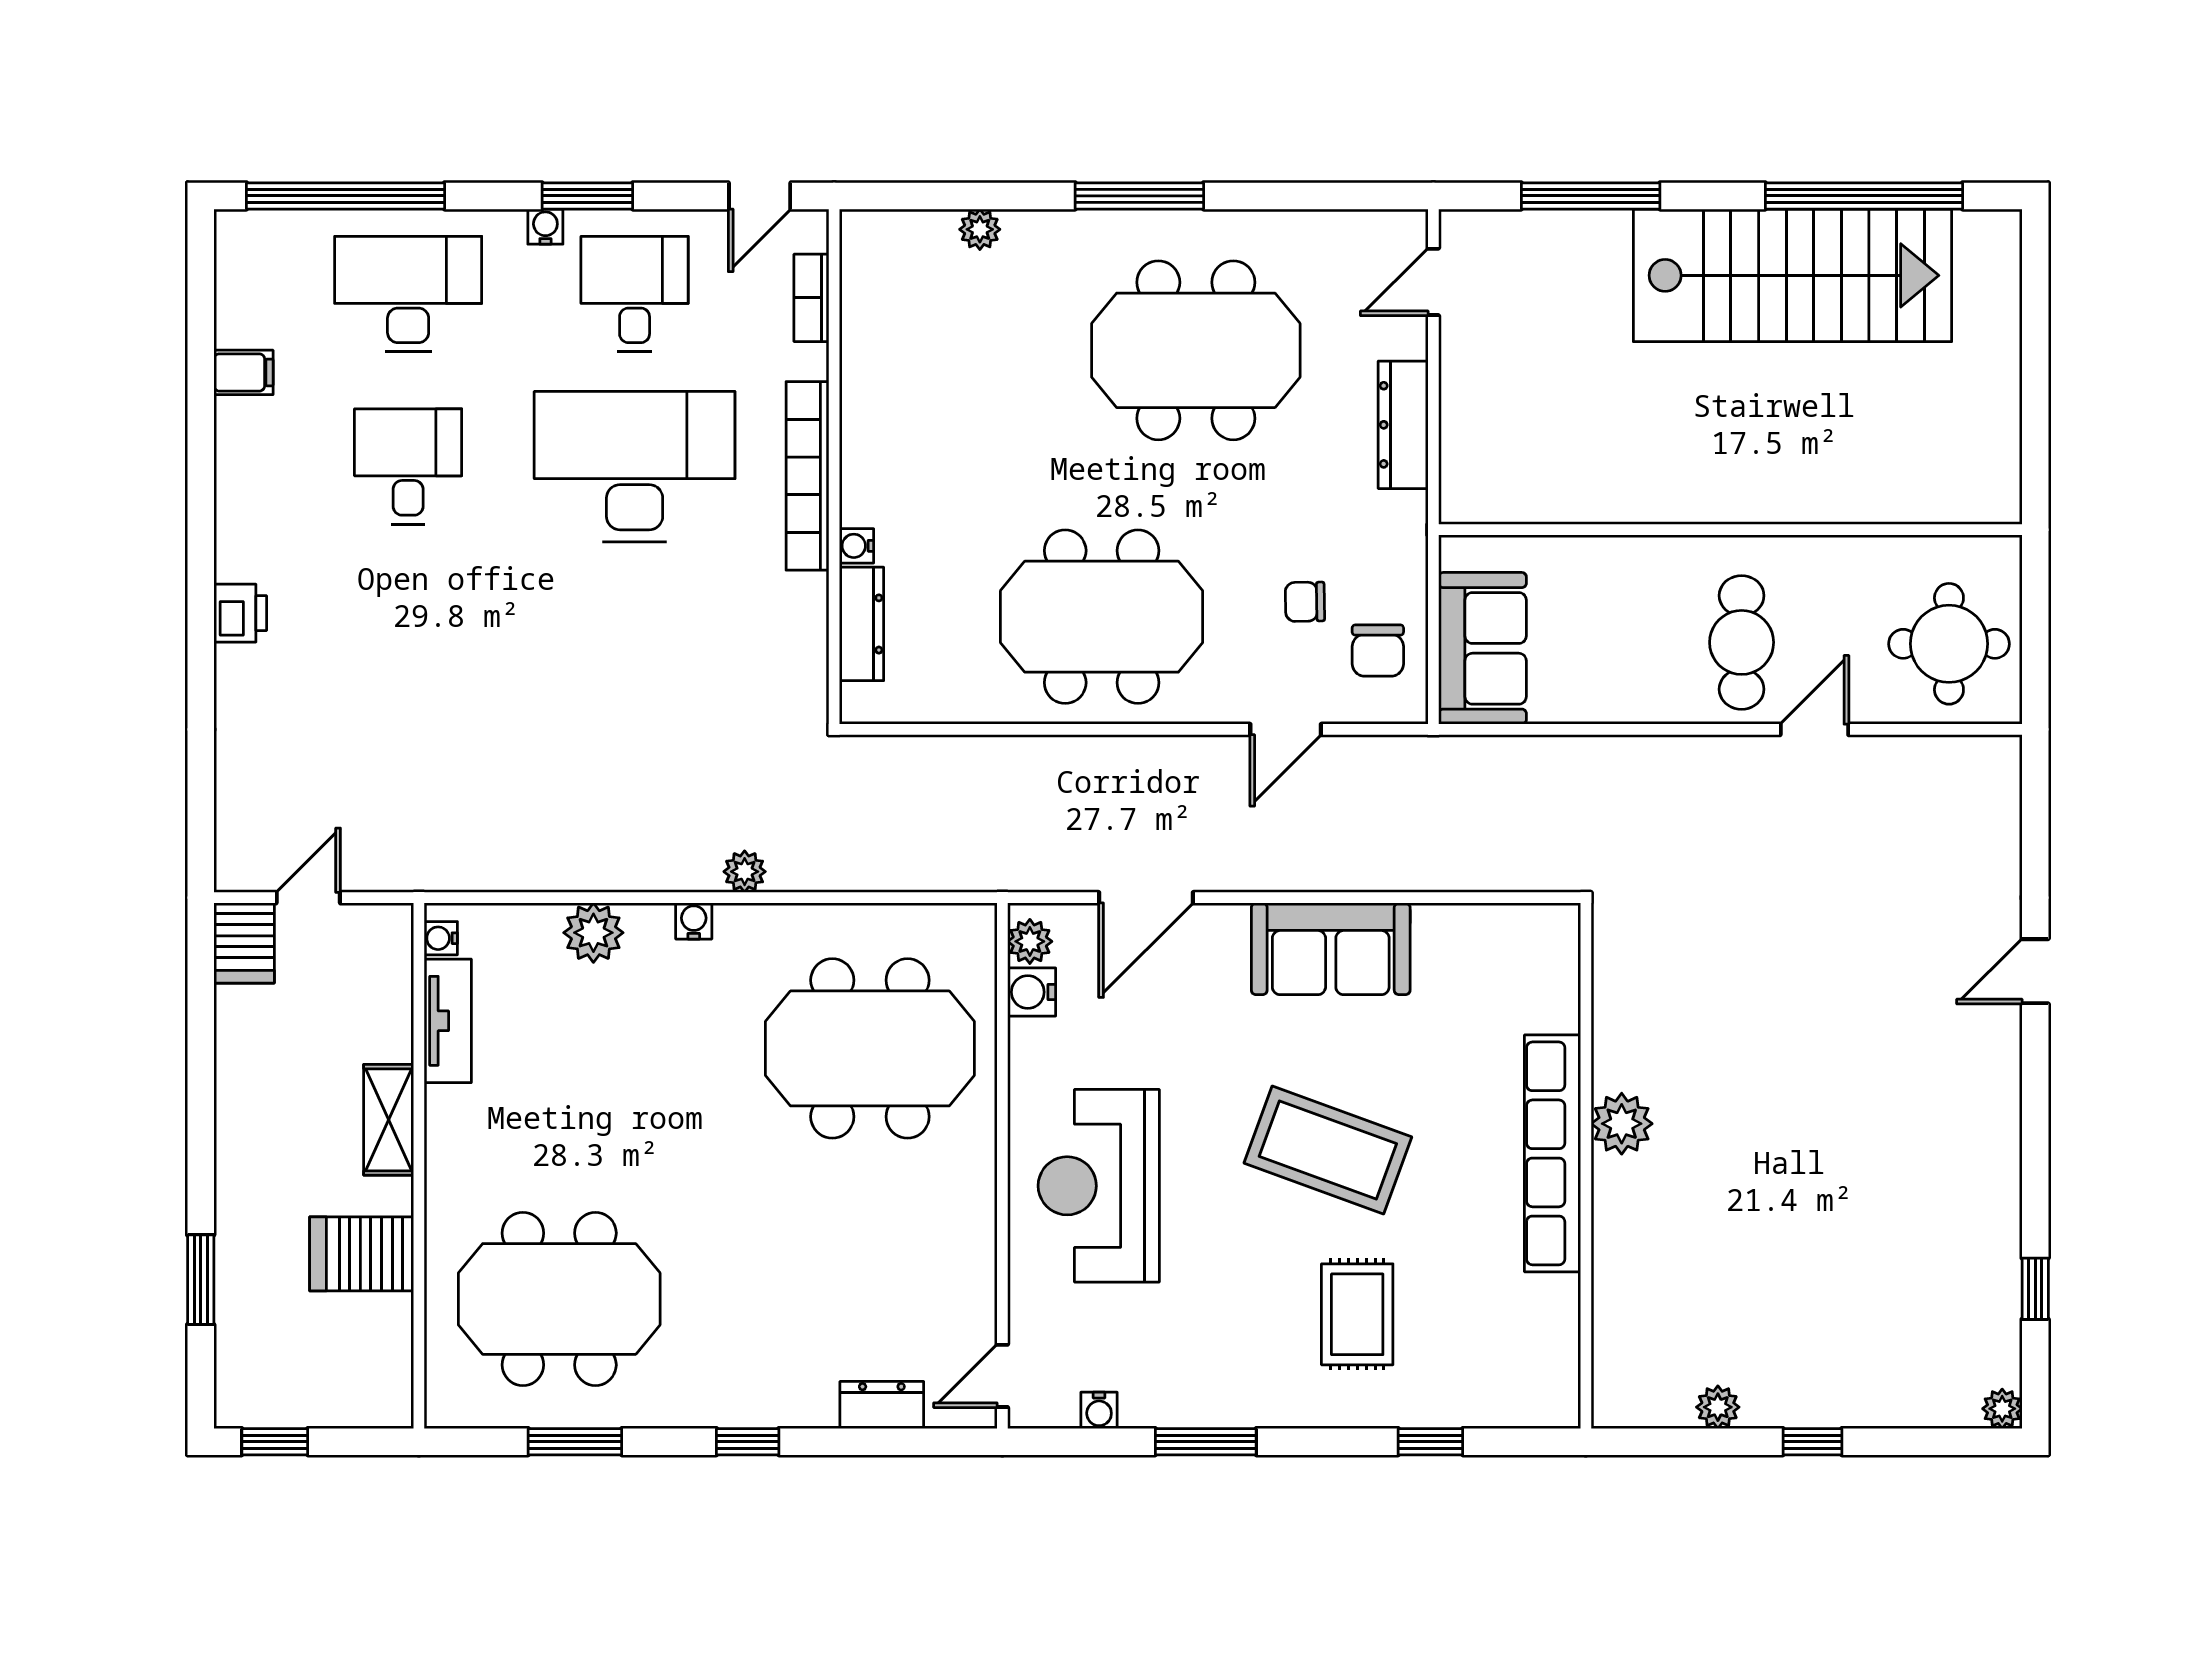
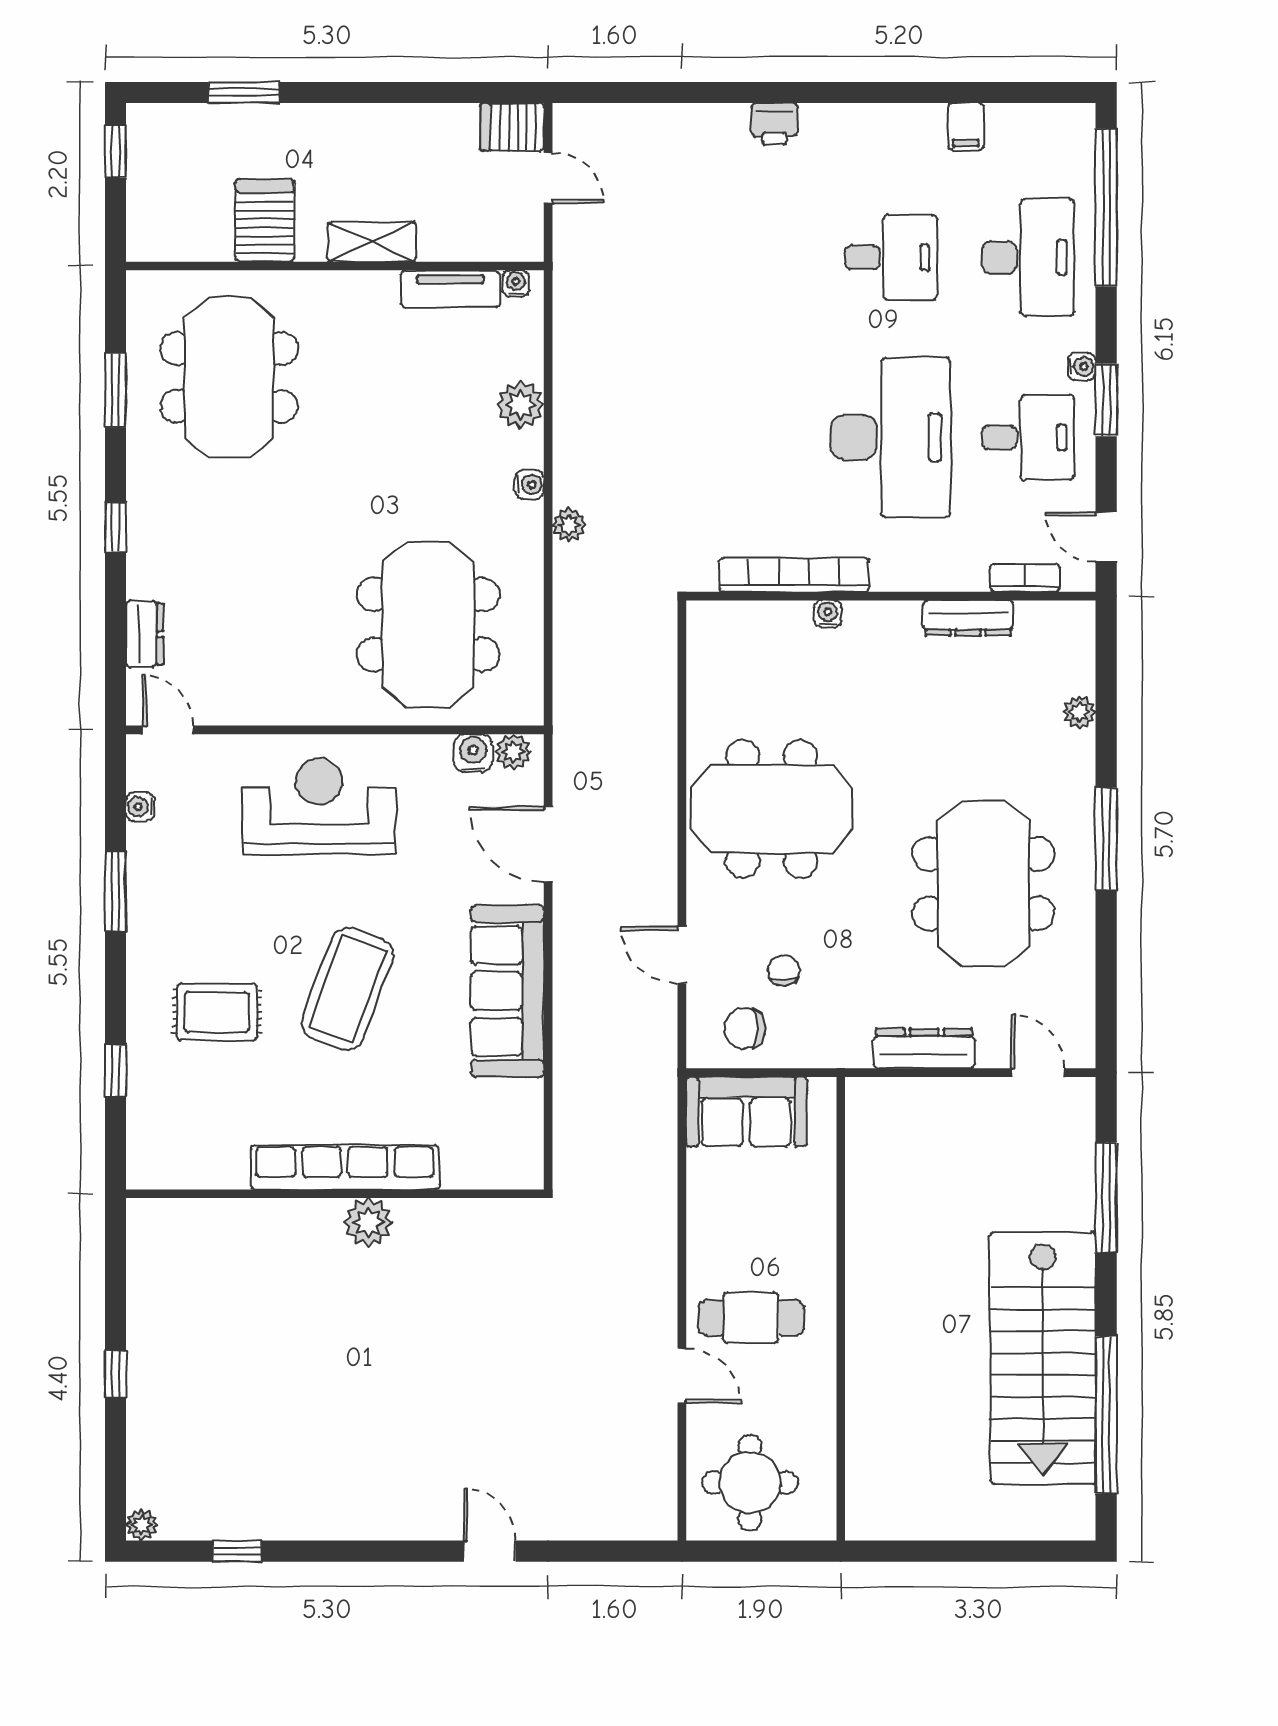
bookcase: (807, 476) -> (794, 575), moved
meeting table: (1102, 617) -> (772, 809), turned 90
dresser: (862, 624) -> (968, 618), moved
sofa: (1331, 949) -> (507, 991), width x1.36
plant: (1718, 1407) -> (143, 1299), removed

